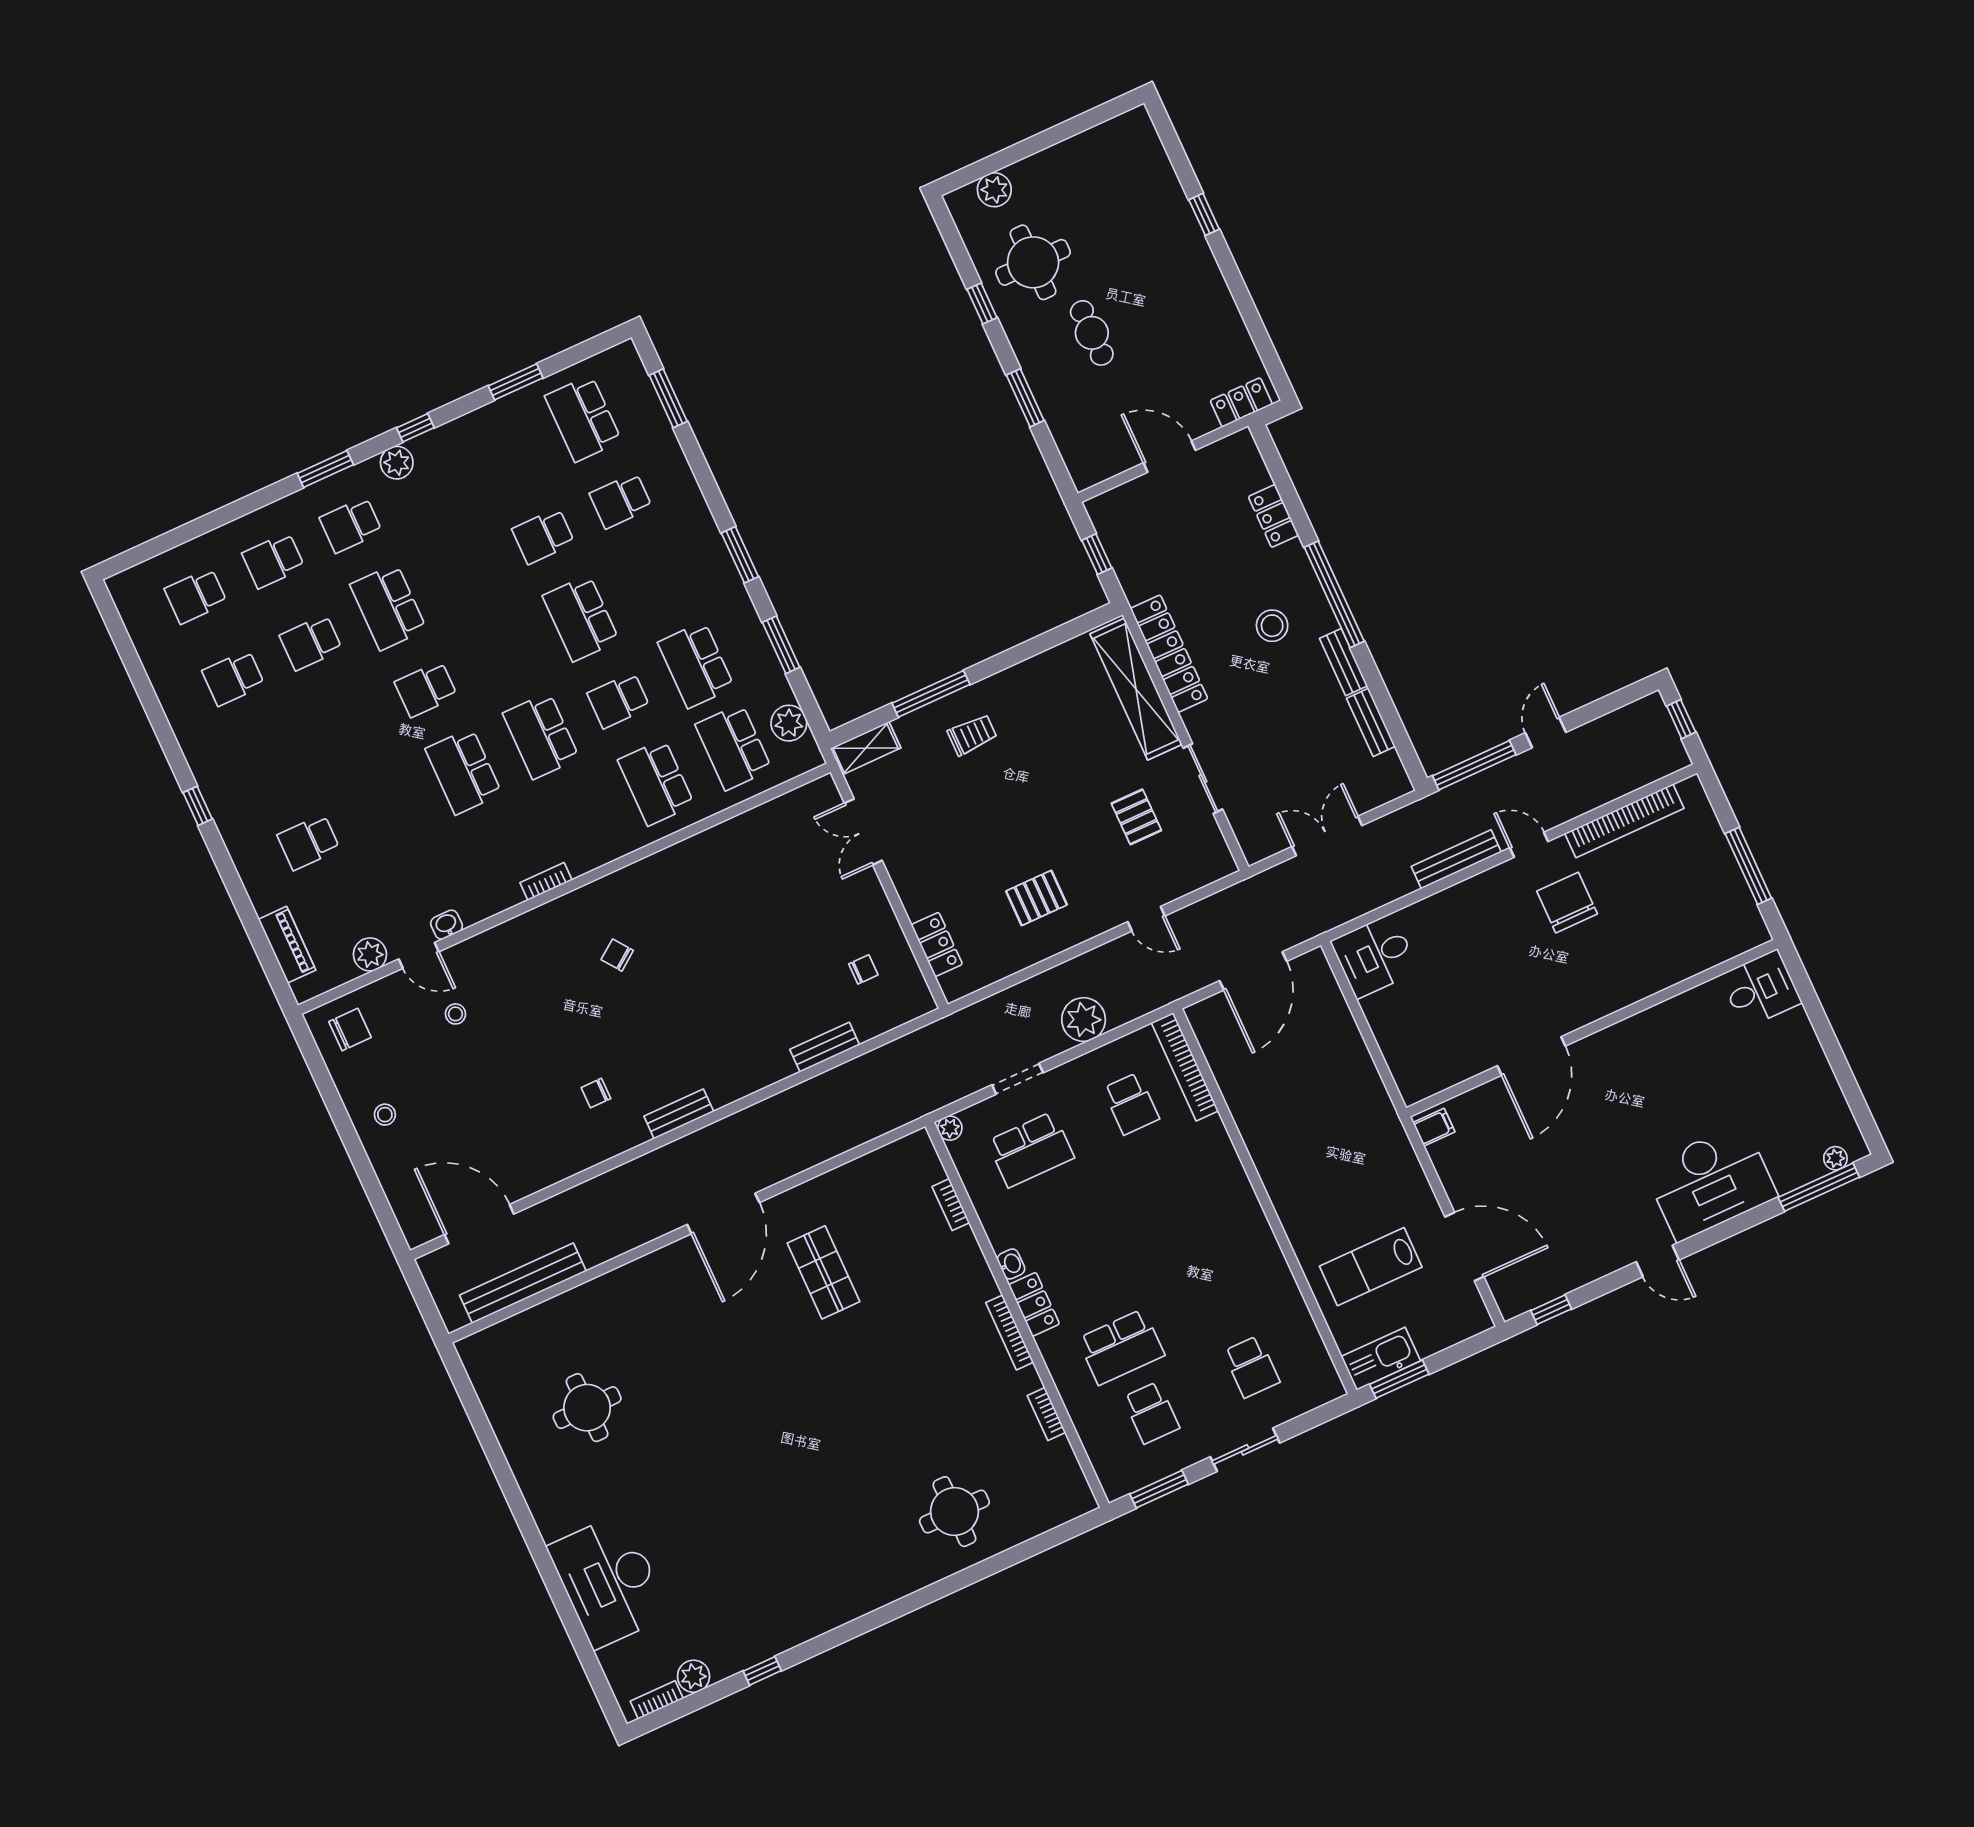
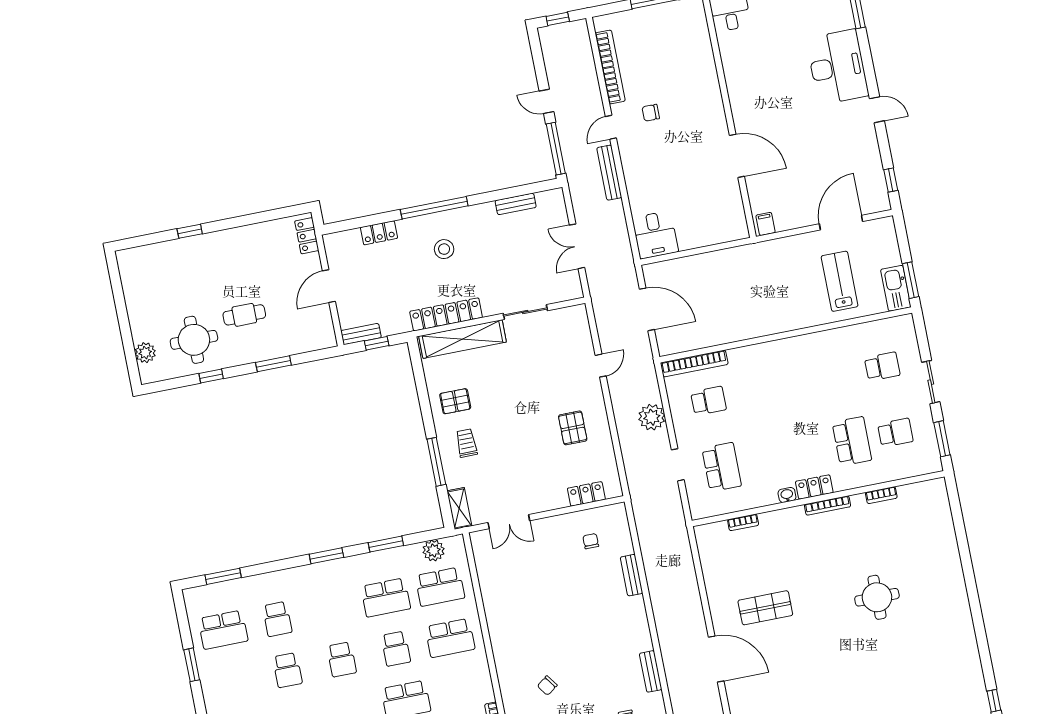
school desk: (581, 618) -> (342, 659), width x0.54
bench: (1344, 662) -> (361, 334), moved
pallet: (1136, 817) -> (455, 401), moved
chair: (1567, 903) -> (651, 113), width x0.54, depth x0.54
plant: (950, 1128) -> (697, 512), removed
door: (1658, 1261) -> (877, 110), hinge flipped
lab bench: (1371, 1267) -> (840, 281), turned 180
round table: (954, 1512) -> (877, 597), moved

